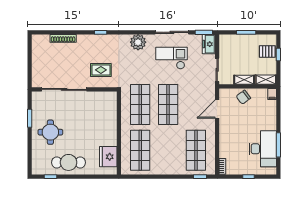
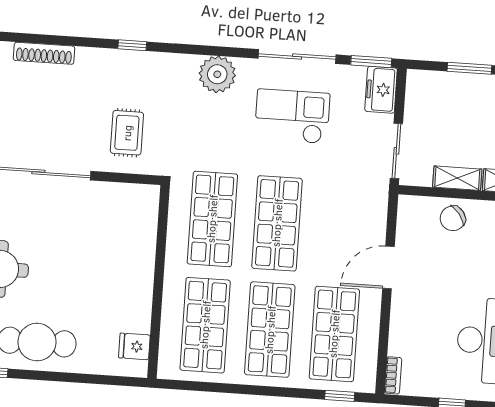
rug: (101, 70) -> (127, 133), turned 90
door: (217, 109) -> (388, 267), moved
shop shelf: (168, 150) -> (270, 330), added
fridge: (108, 157) -> (134, 346), width x0.53, depth x0.75

